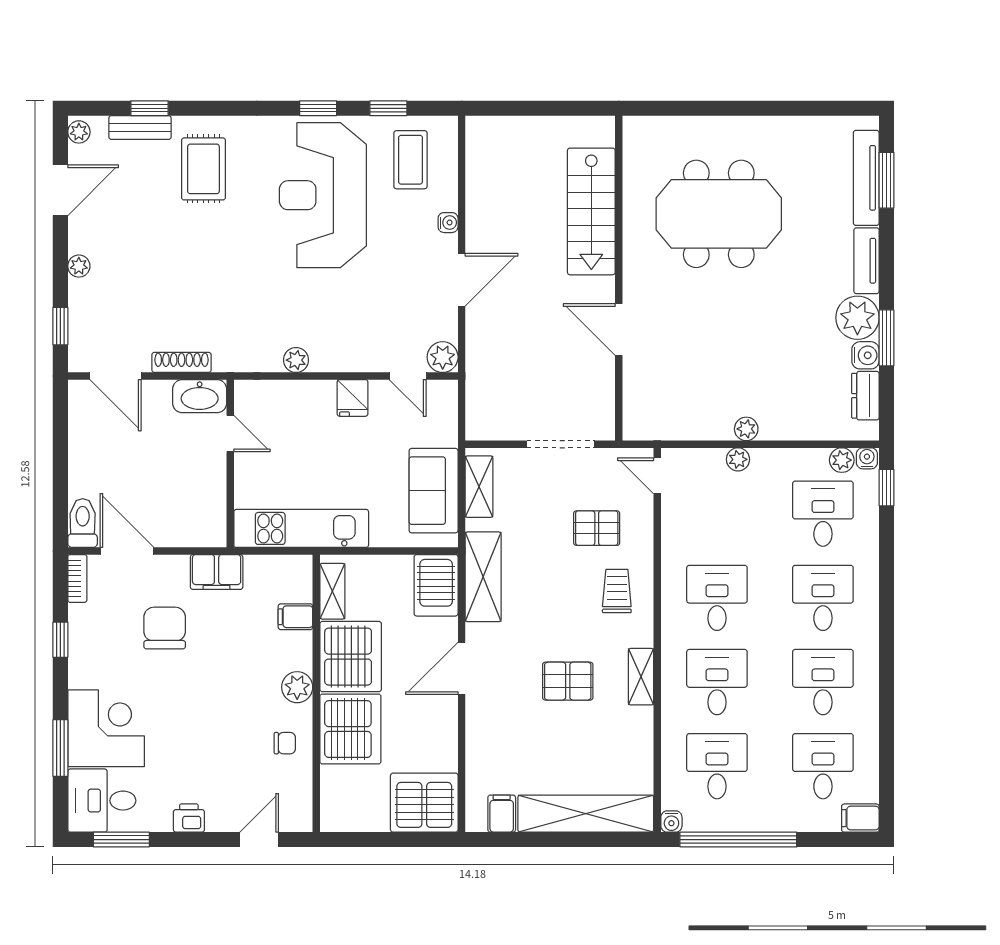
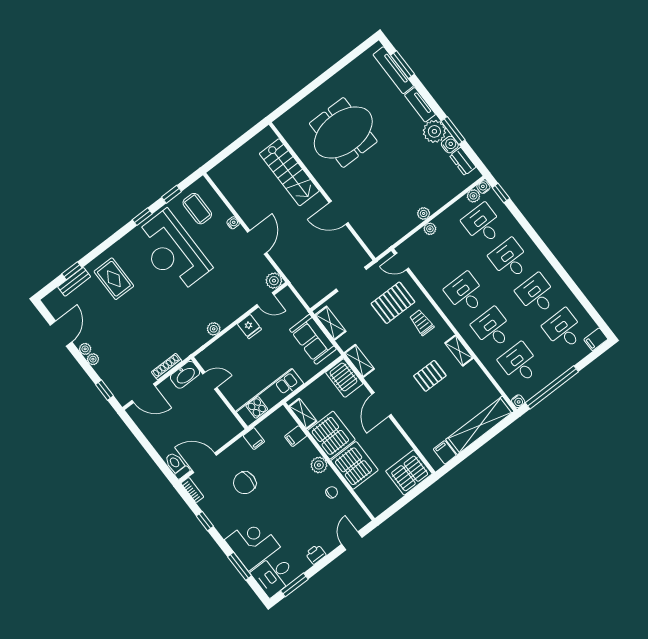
plant: (79, 132) -> (85, 349), moved
pallet: (597, 528) -> (393, 303), width x1.50, depth x1.42
filing cabinet: (217, 572) -> (254, 439), width x0.50
shelving: (483, 577) -> (359, 361), width x0.67, depth x0.75
chair: (165, 628) -> (245, 483), turned -90

